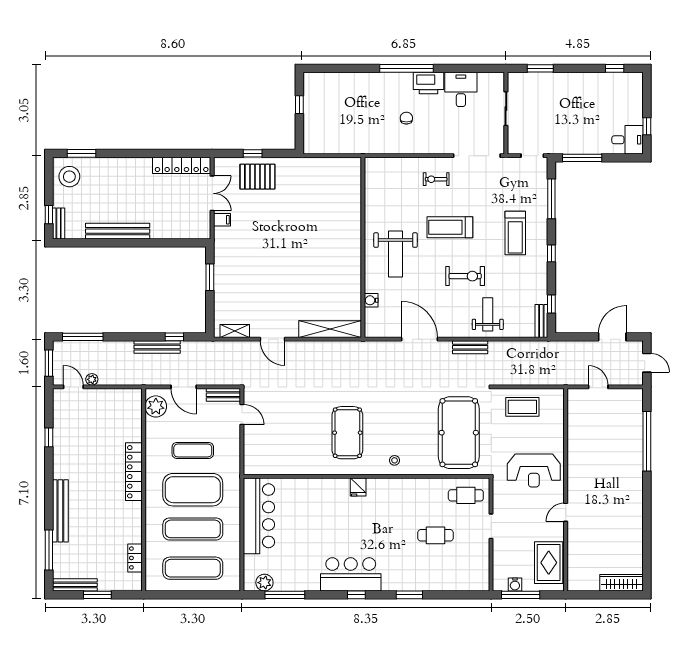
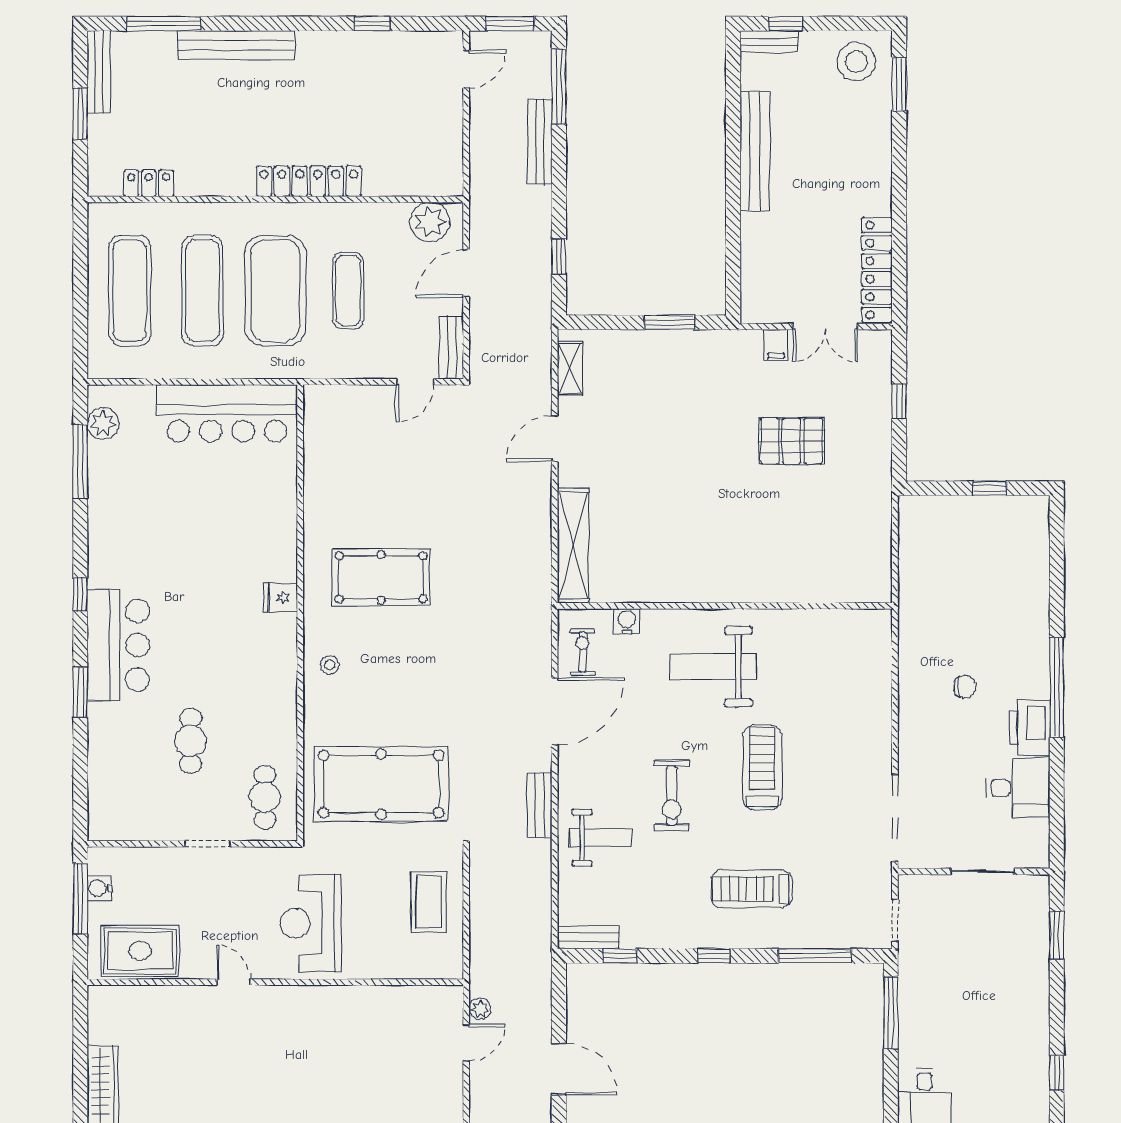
pallet: (257, 177) -> (791, 441), moved, turned 90
exercise bike: (436, 179) -> (582, 652), moved
bench: (157, 347) -> (540, 142), moved
plant: (92, 379) -> (480, 1009), moved
bar counter: (351, 574) -> (118, 645), moved

